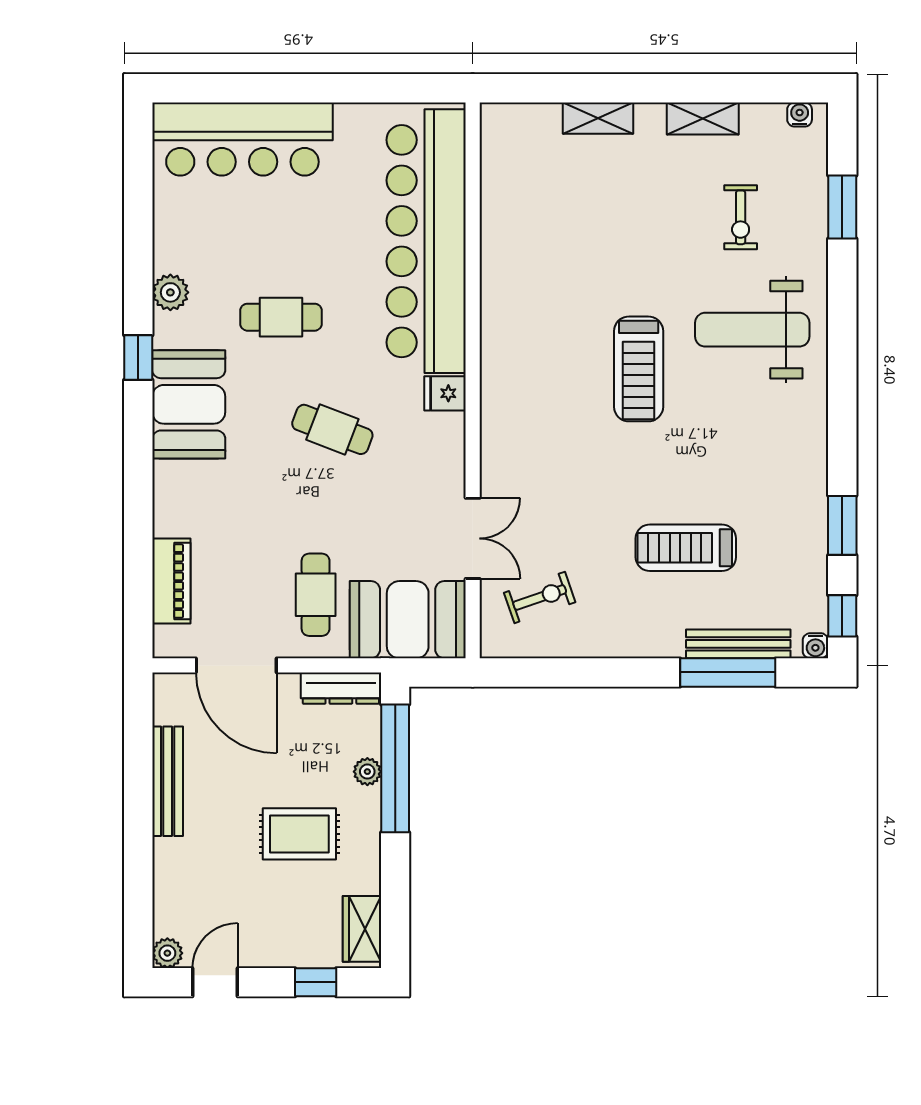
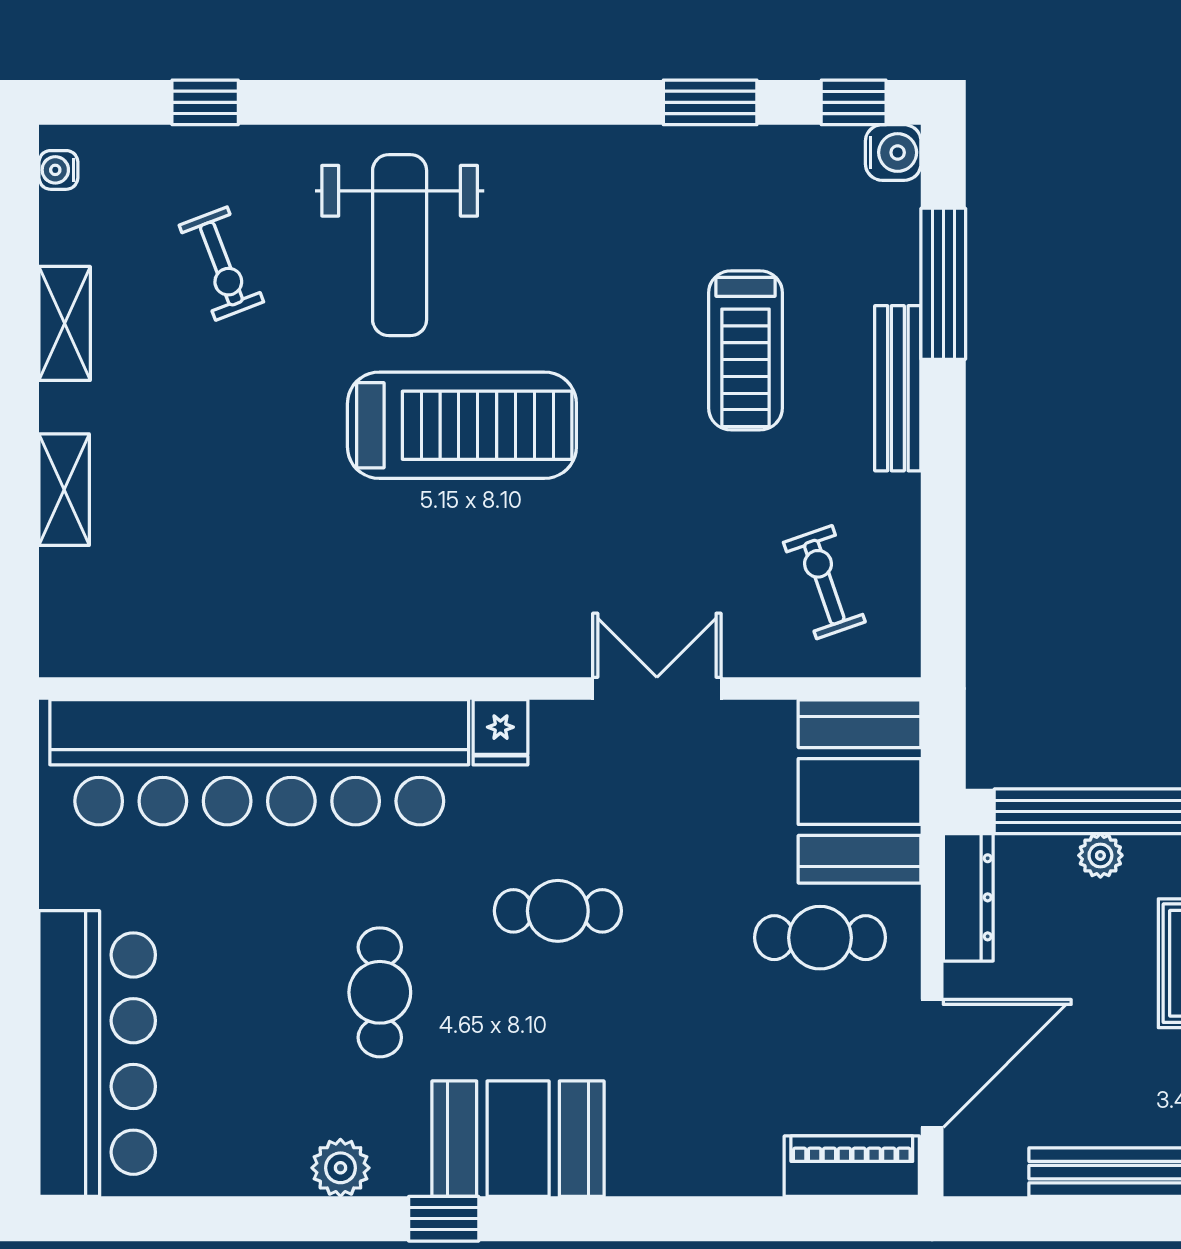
window: (842, 207) -> (205, 102), width x0.67
exercise bike: (741, 217) -> (221, 264), turned 69
treadmill: (639, 369) -> (462, 425), width x1.37, depth x1.38
cafe table: (332, 429) -> (558, 911), turned 69
double door: (473, 538) -> (657, 688), moved
piano: (171, 581) -> (852, 1166), moved
bench: (738, 644) -> (898, 388), moved
water cooler: (815, 646) -> (893, 152), width x1.38, depth x1.38

